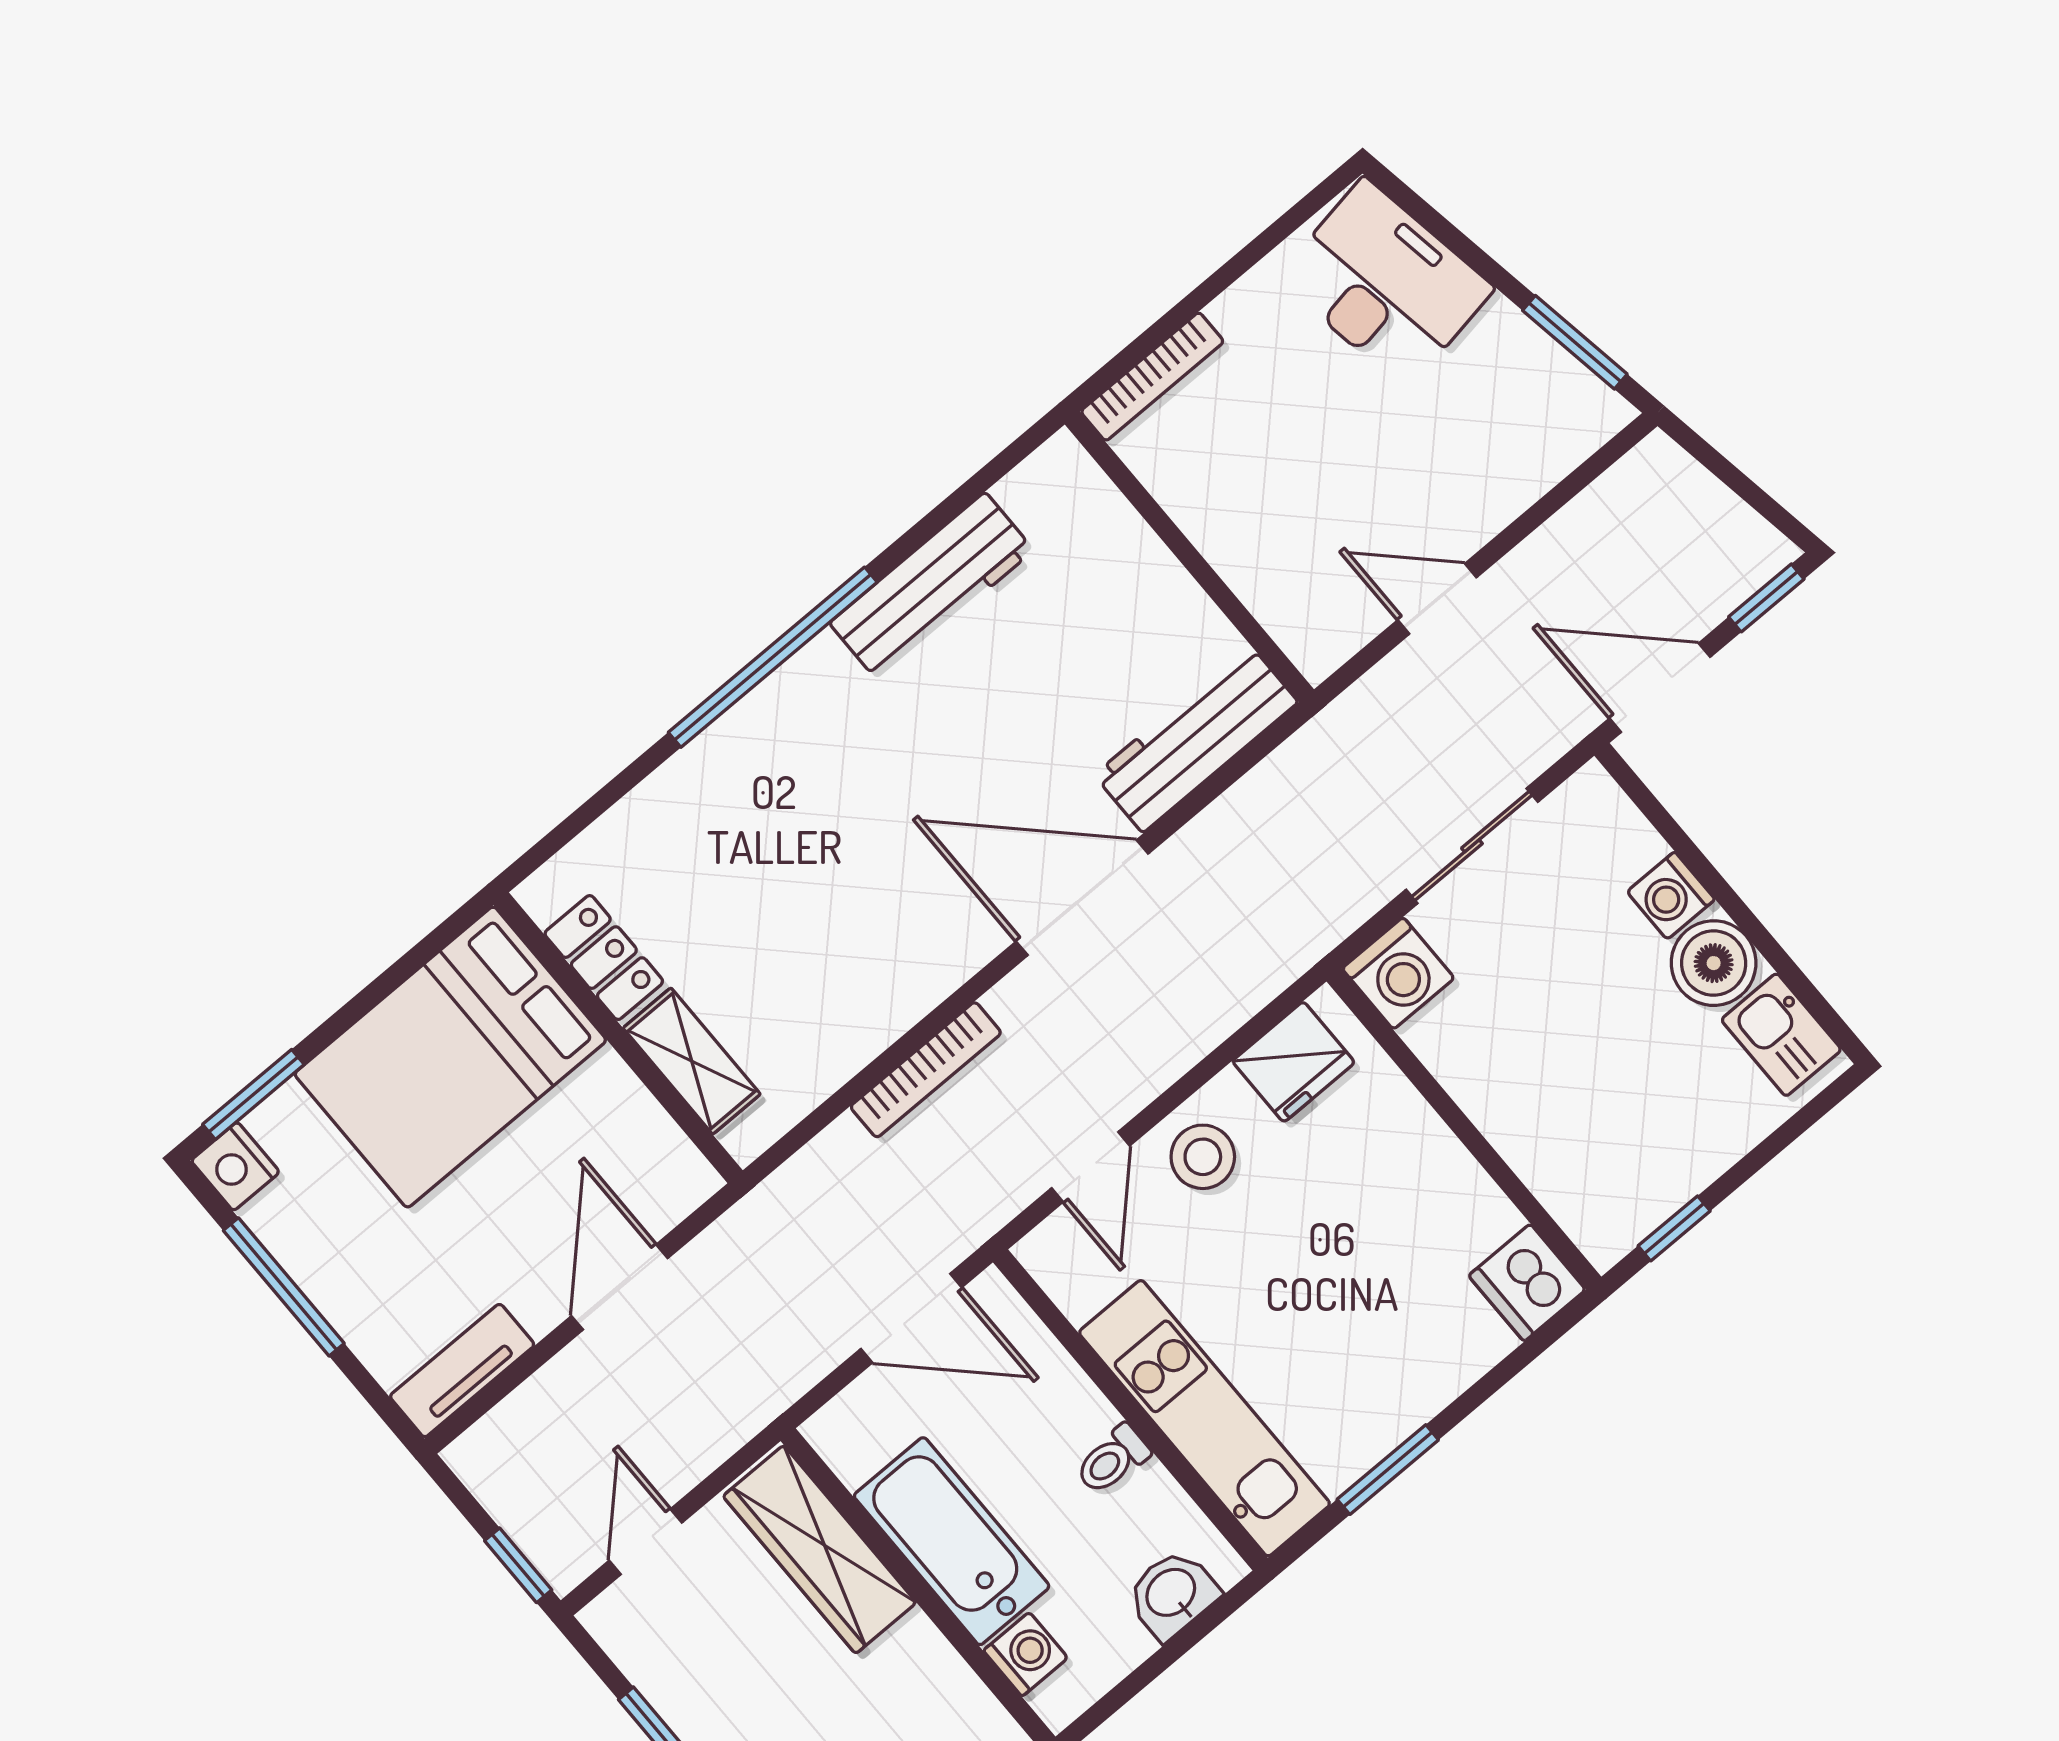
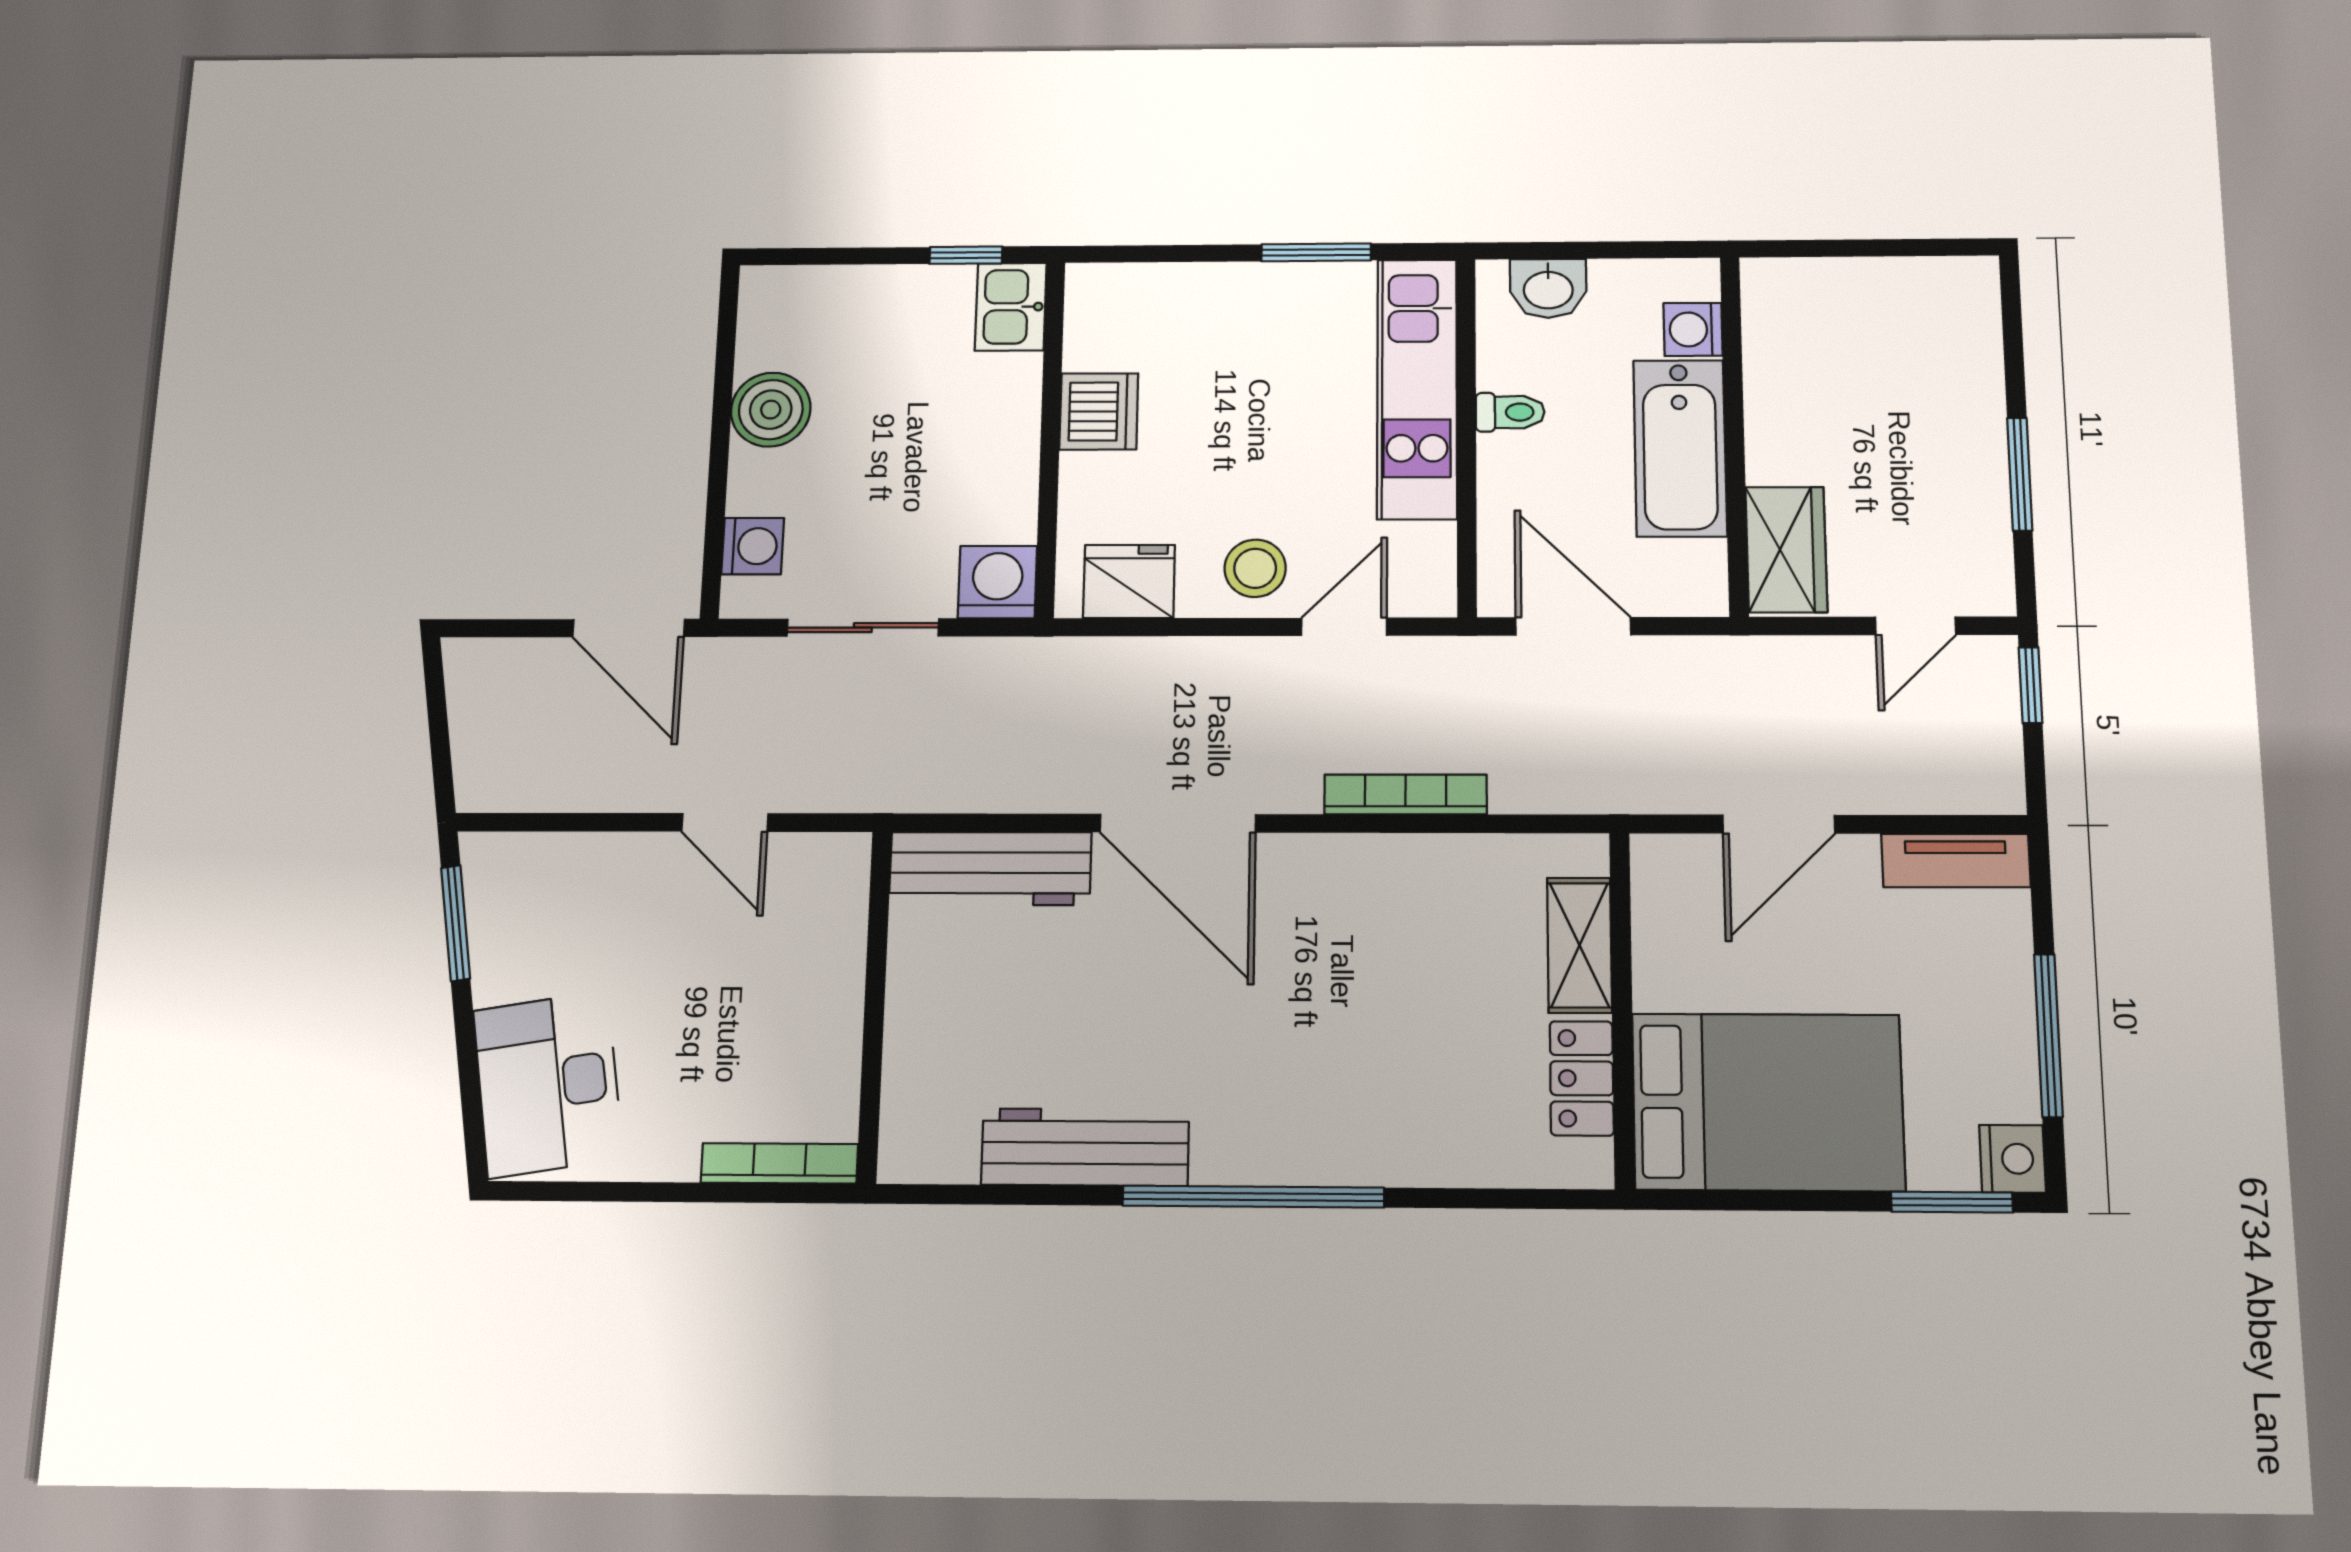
window: (1766, 598) -> (497, 628), removed
washing machine: (1671, 896) -> (753, 546), moved
kitchen sink: (1781, 1035) -> (1011, 307), moved, turned 180
dishwasher: (1527, 1283) -> (1099, 411), moved
wardrobe: (820, 1549) -> (1786, 549), width x0.67

